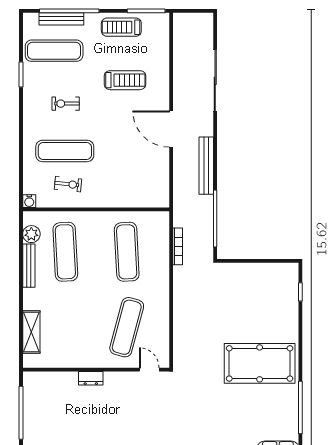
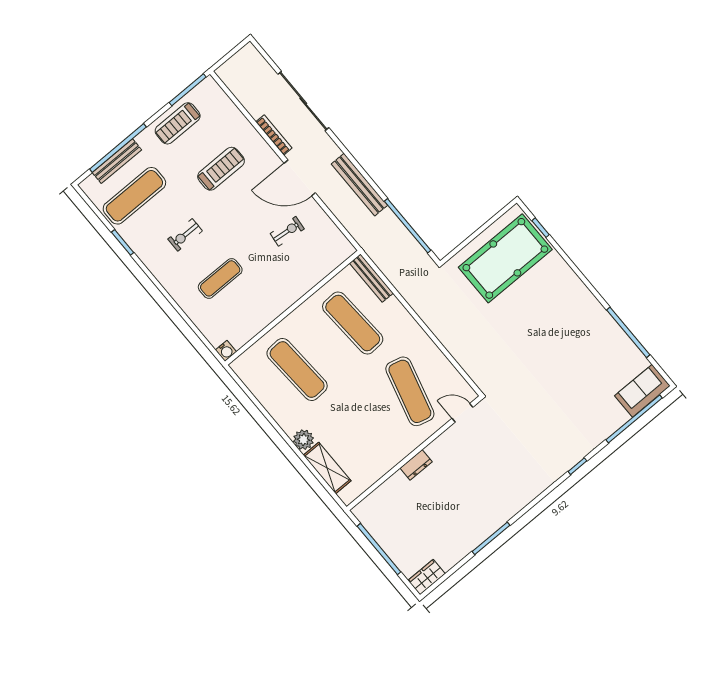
exercise mat: (65, 151) -> (220, 278), width x0.73, depth x0.69
exercise bike: (68, 184) -> (287, 231), moved
plant: (31, 234) -> (303, 440), moved
bookcase: (178, 246) -> (274, 135), moved
bench: (29, 266) -> (371, 278), moved
pool table: (260, 363) -> (505, 258), moved

